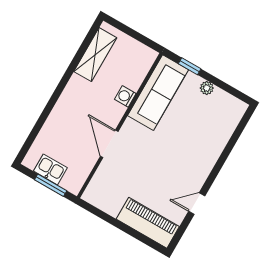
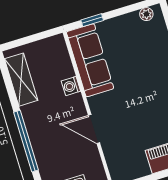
plant: (207, 88) -> (146, 14), moved
window: (52, 101) -> (26, 141), added

